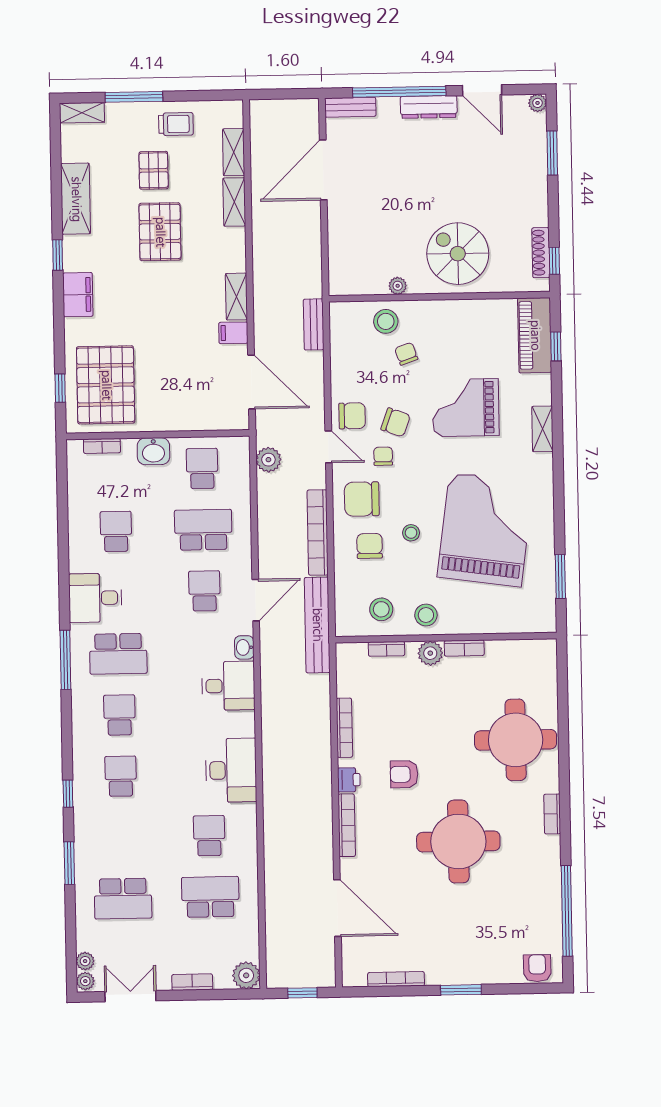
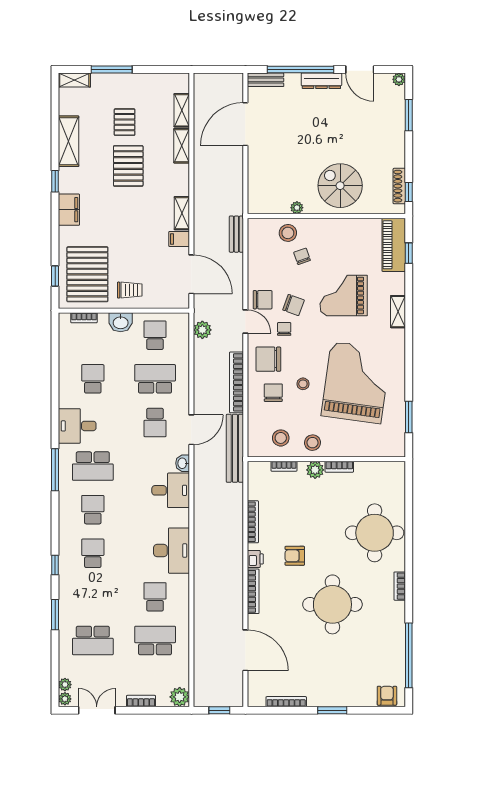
trolley: (176, 124) -> (130, 290), moved
school desk: (204, 591) -> (155, 422), turned 180

